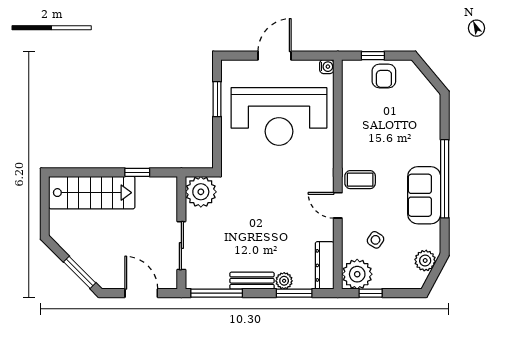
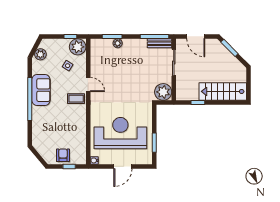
dresser: (325, 265) -> (95, 52), removed
bench: (252, 281) -> (160, 43), moved

